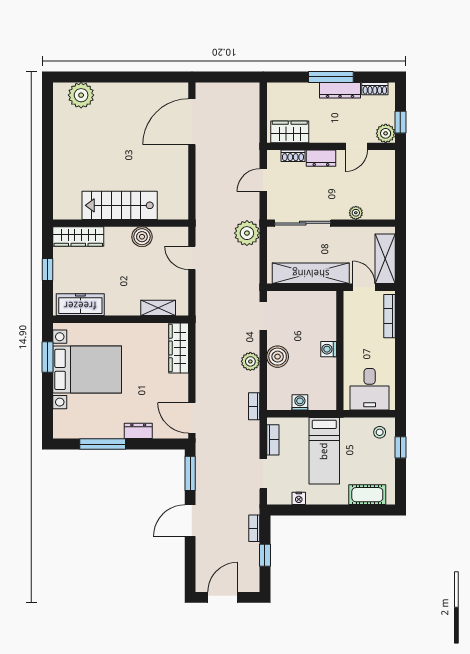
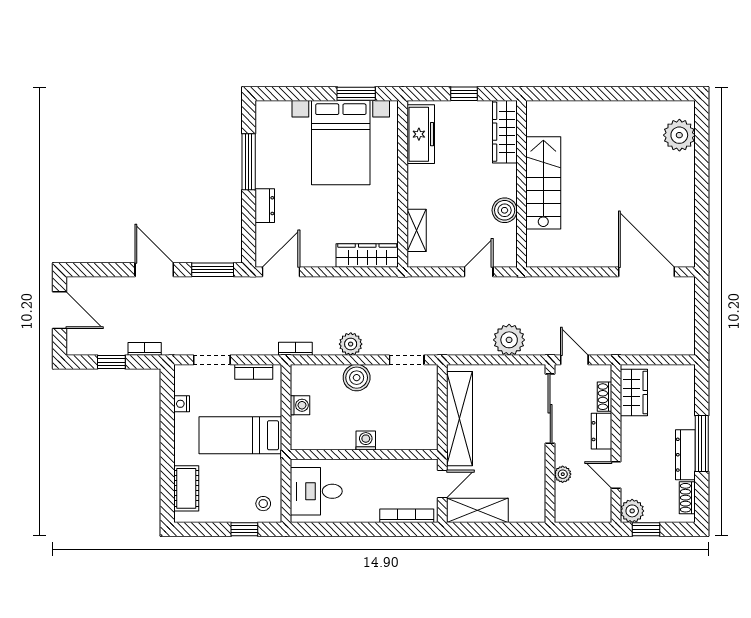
plant: (356, 213) -> (563, 474), moved
sliding door: (303, 223) -> (550, 409), moved
wall: (331, 223) -> (550, 443), moved

